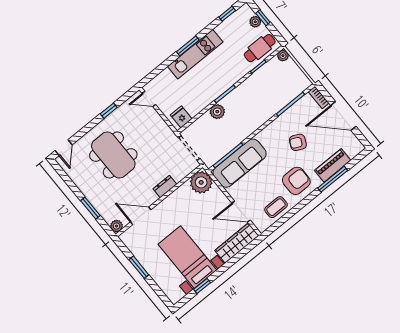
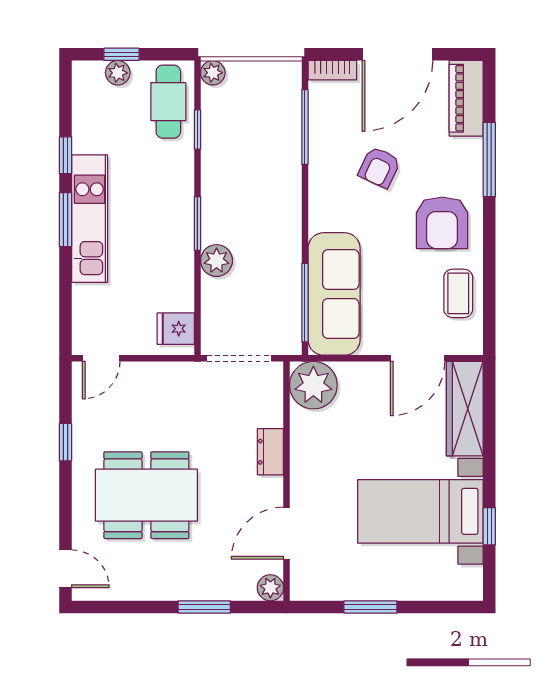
window: (227, 14) -> (65, 155), moved
piano: (333, 165) -> (466, 98), moved
armchair: (296, 181) -> (442, 223), turned 180

